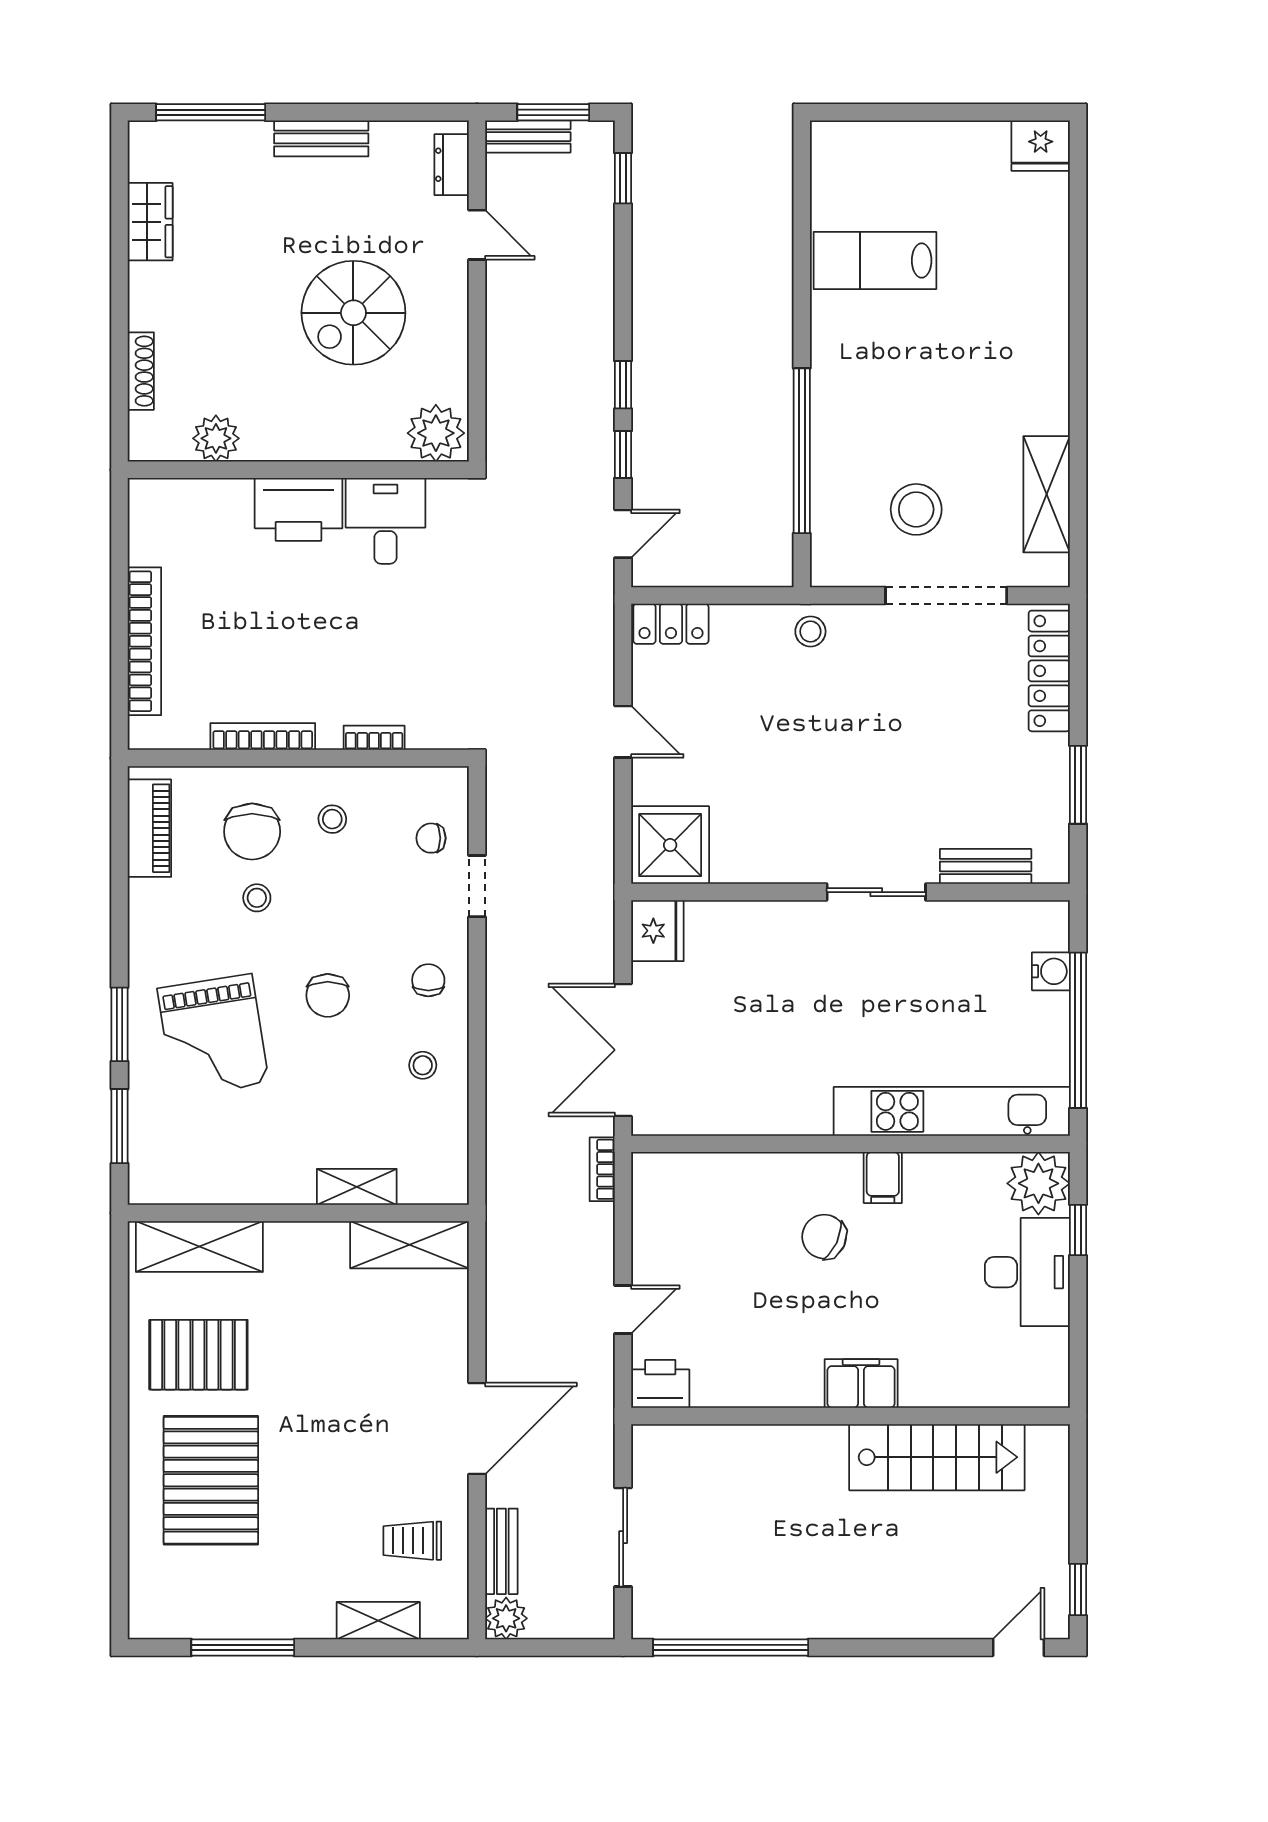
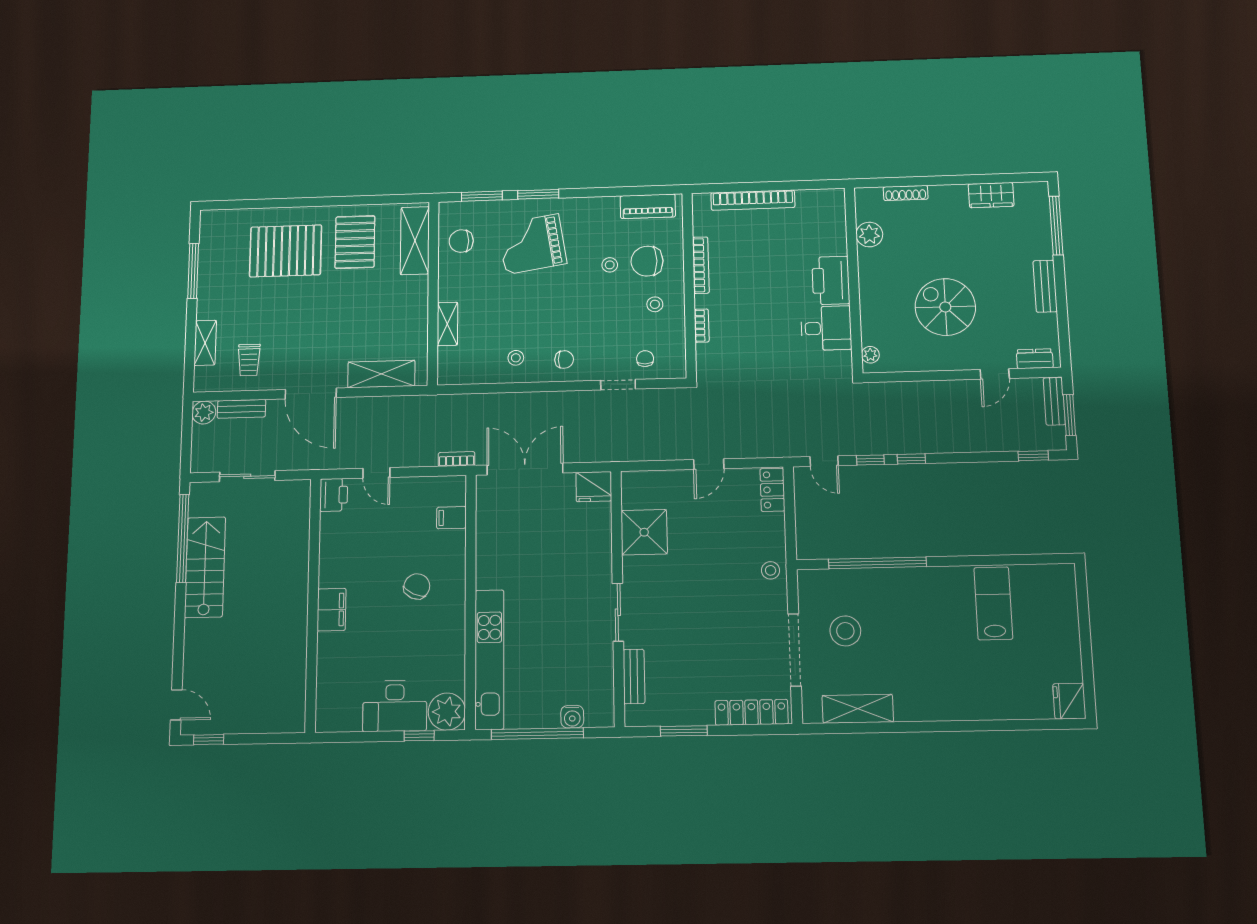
plant: (436, 433) -> (870, 355), width x0.53, depth x0.53
shower: (670, 845) -> (644, 532), moved
chair: (328, 995) -> (461, 241), moved
filing cabinet: (883, 1178) -> (451, 518), moved
shelving: (409, 1245) -> (381, 374), moved, turned 90
stairs: (937, 1457) -> (205, 567), moved, turned 180
trolley: (412, 1541) -> (249, 360), turned 180

